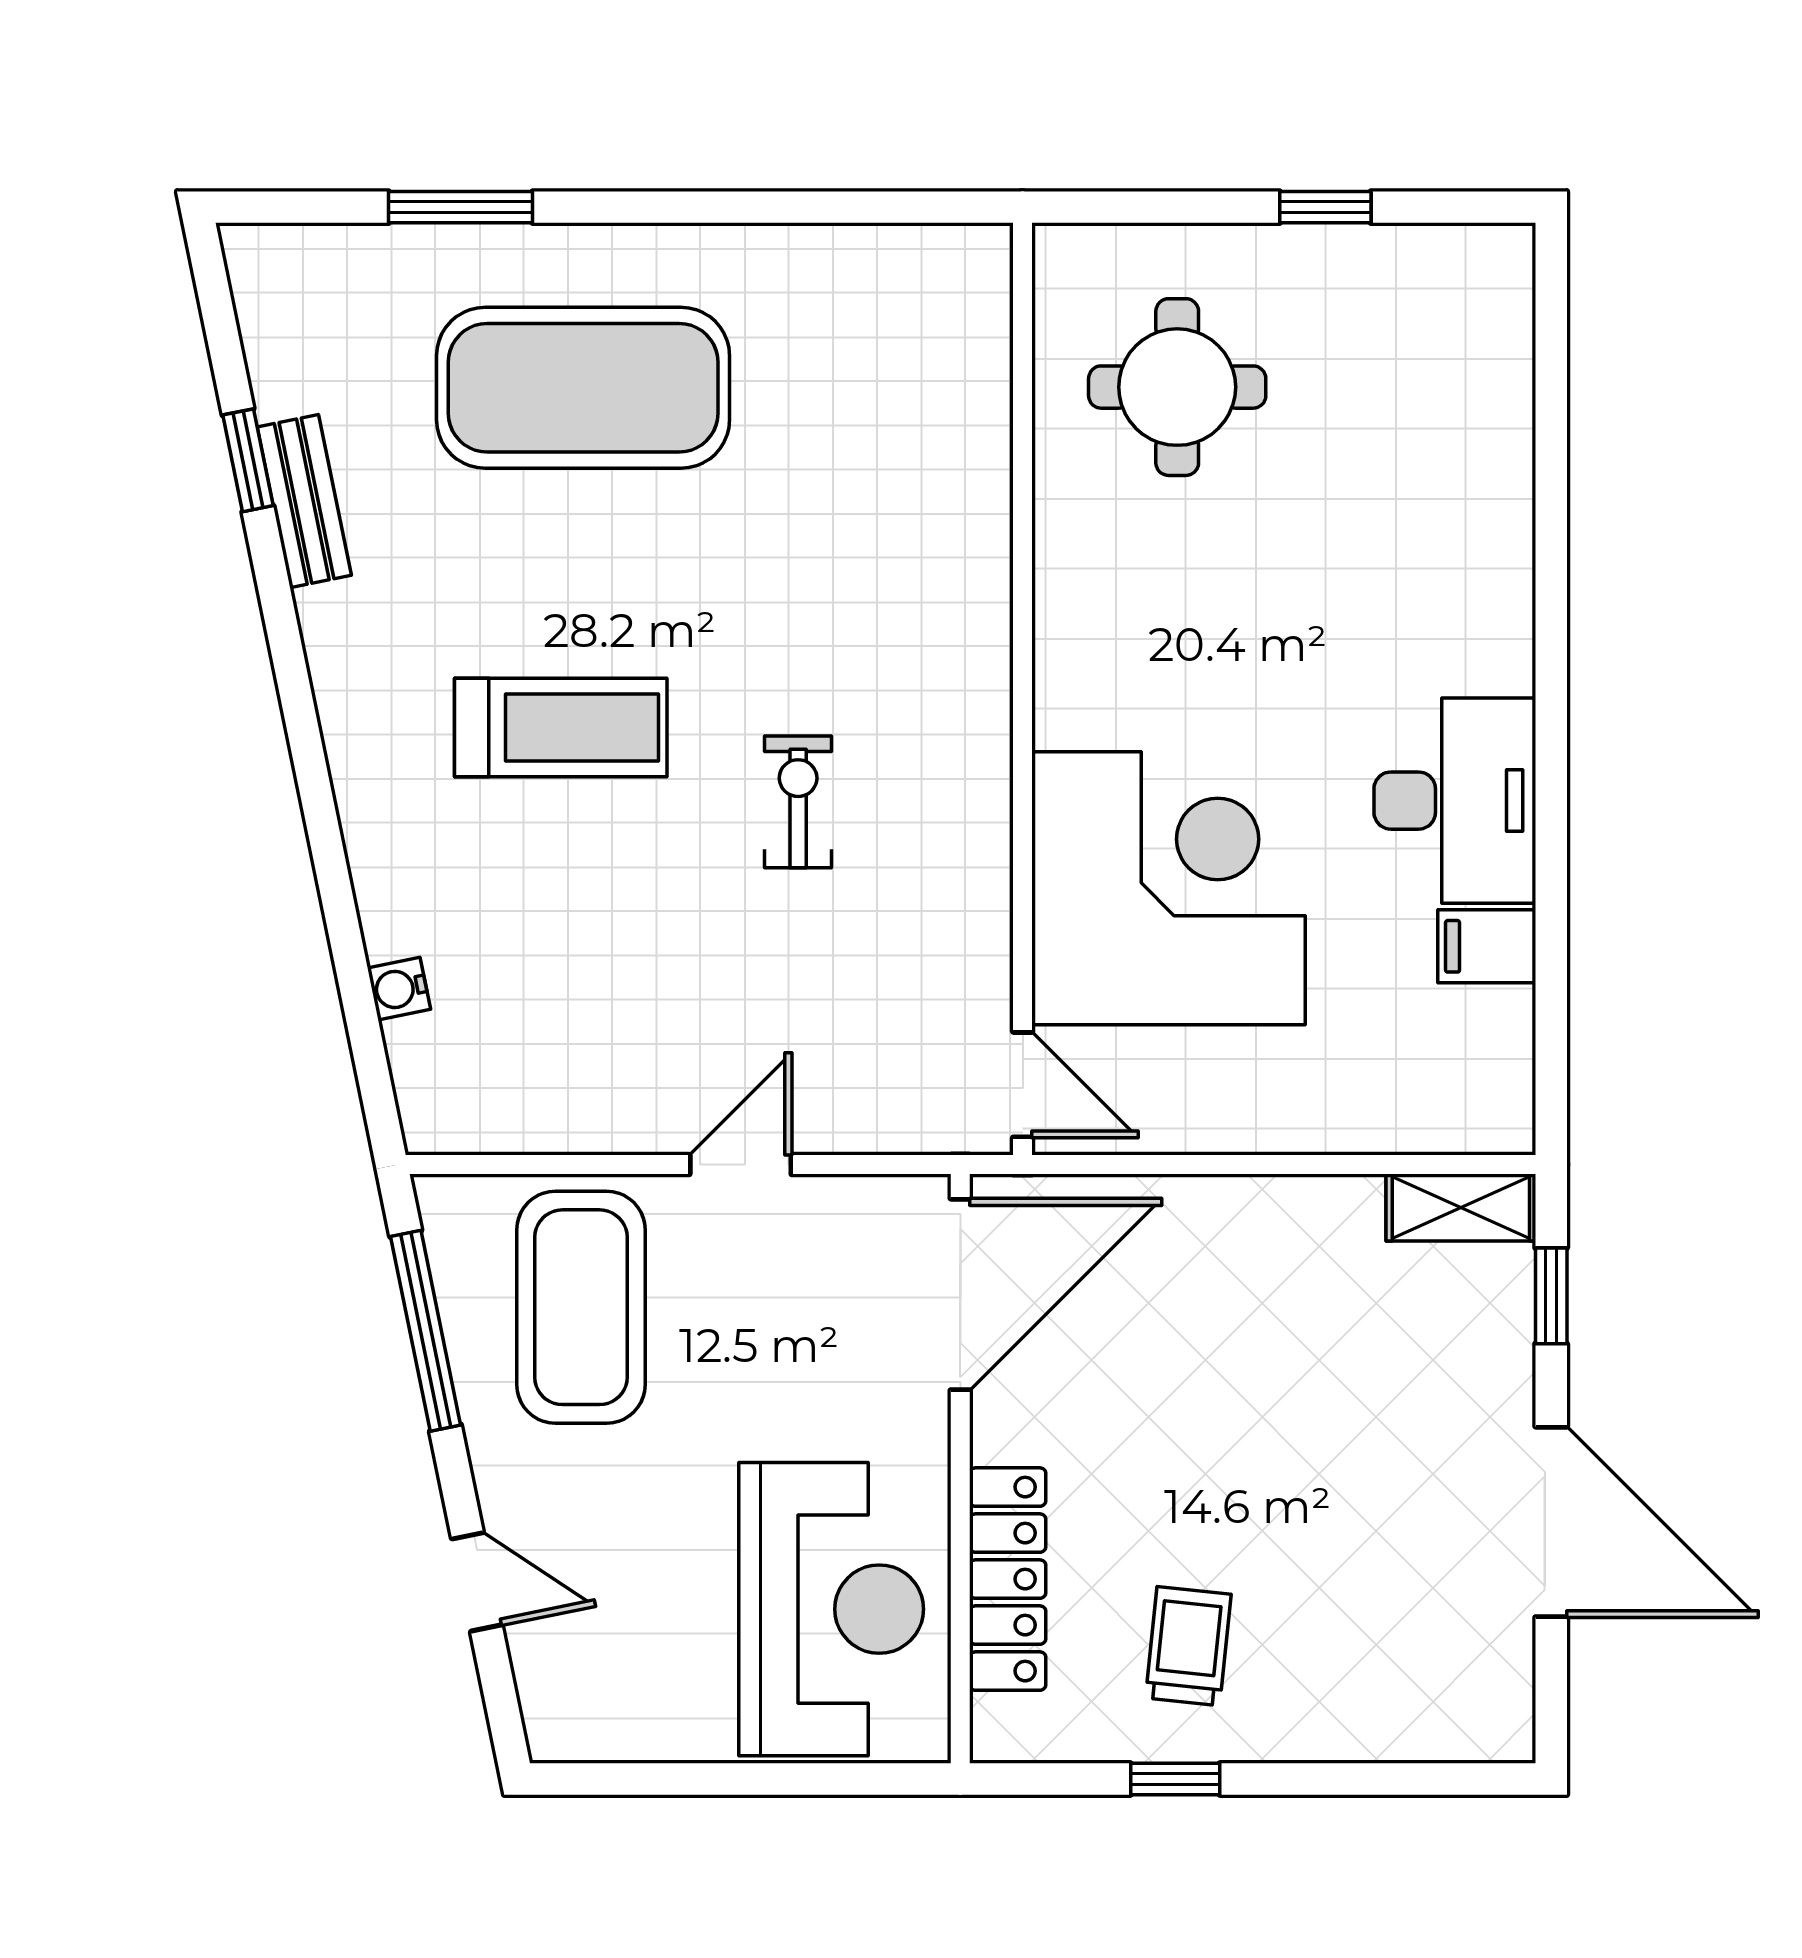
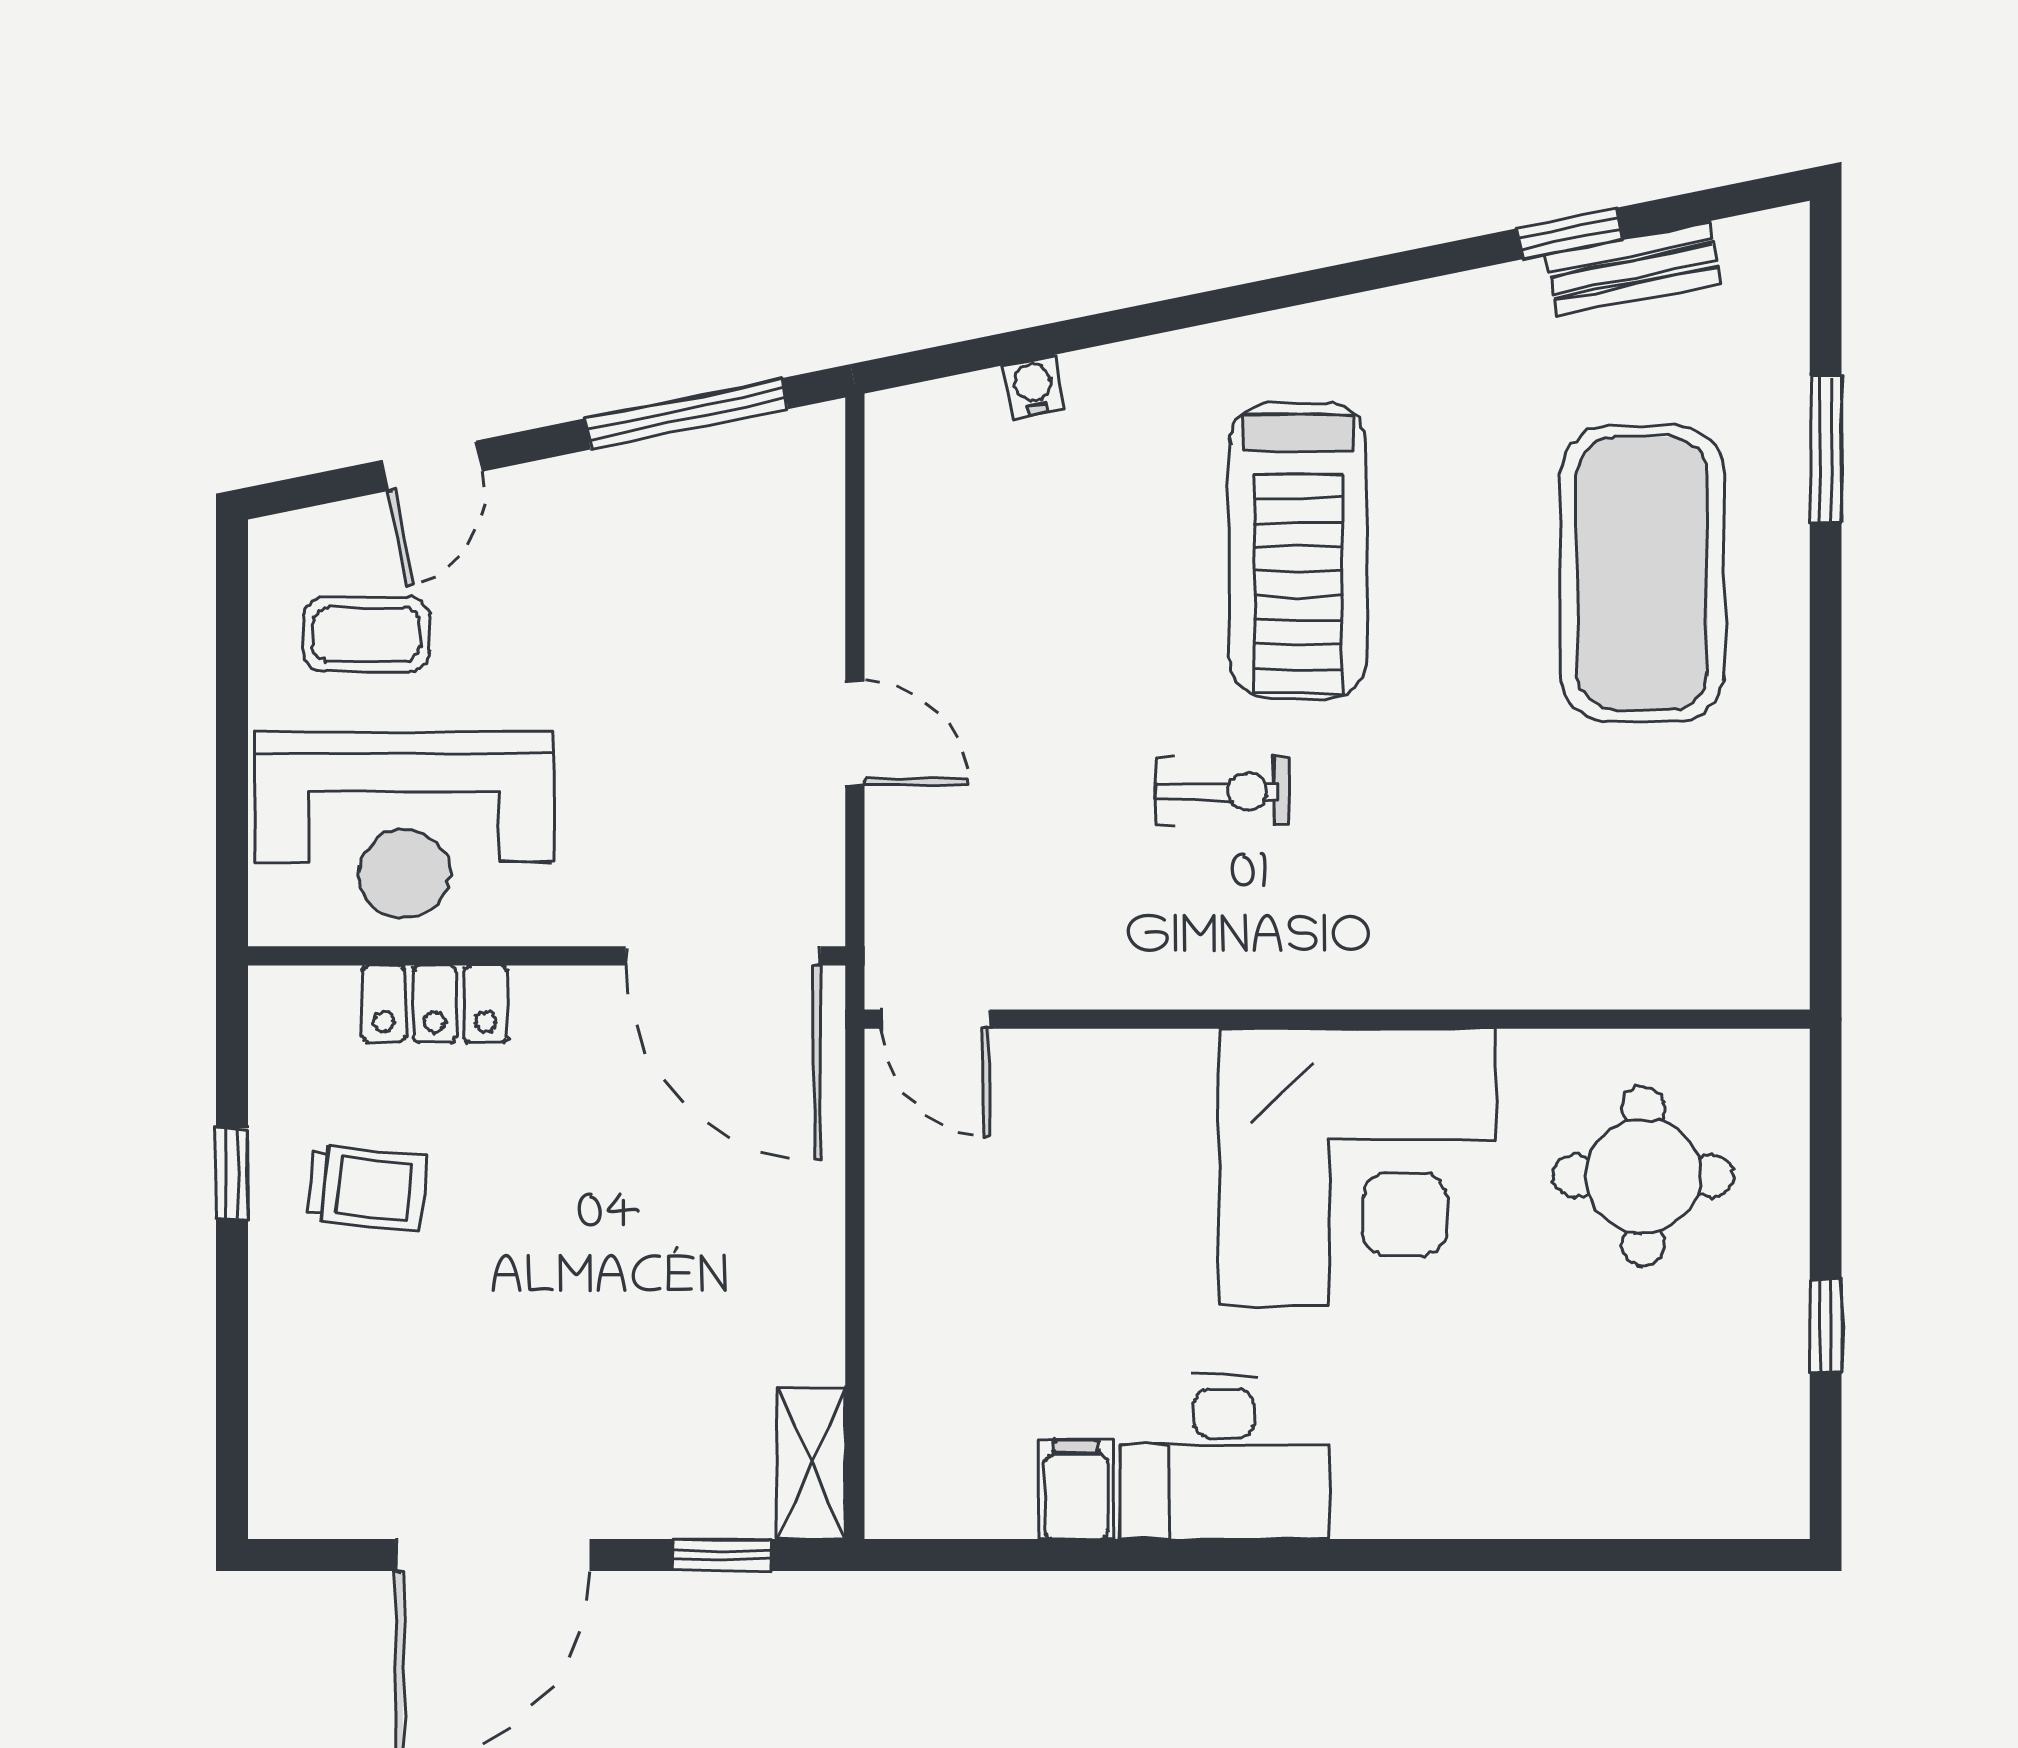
bench: (304, 501) -> (1633, 269), moved
treadmill: (561, 728) -> (1298, 551), width x1.37, depth x1.38
corner desk: (1168, 888) -> (1357, 1167), moved
door: (1023, 1085) -> (936, 1019), hinge flipped
coffee table: (581, 1307) -> (367, 634), moved, width x0.54, depth x0.58
locker: (1008, 1579) -> (435, 1004), width x0.66

